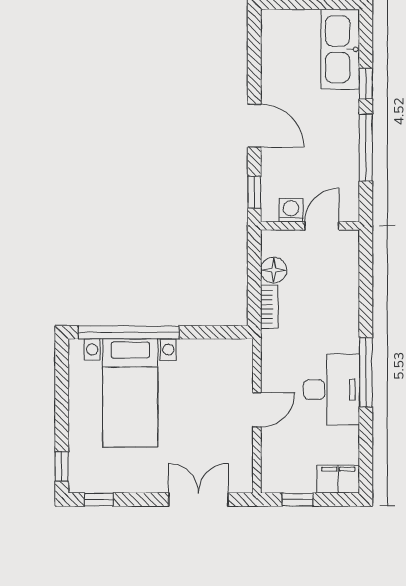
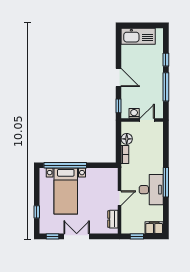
kitchen sink: (340, 49) -> (138, 36), moved, turned -90
dresser: (241, 459) -> (113, 219), added
window: (62, 466) -> (37, 212), moved
double door: (199, 500) -> (77, 236), moved

